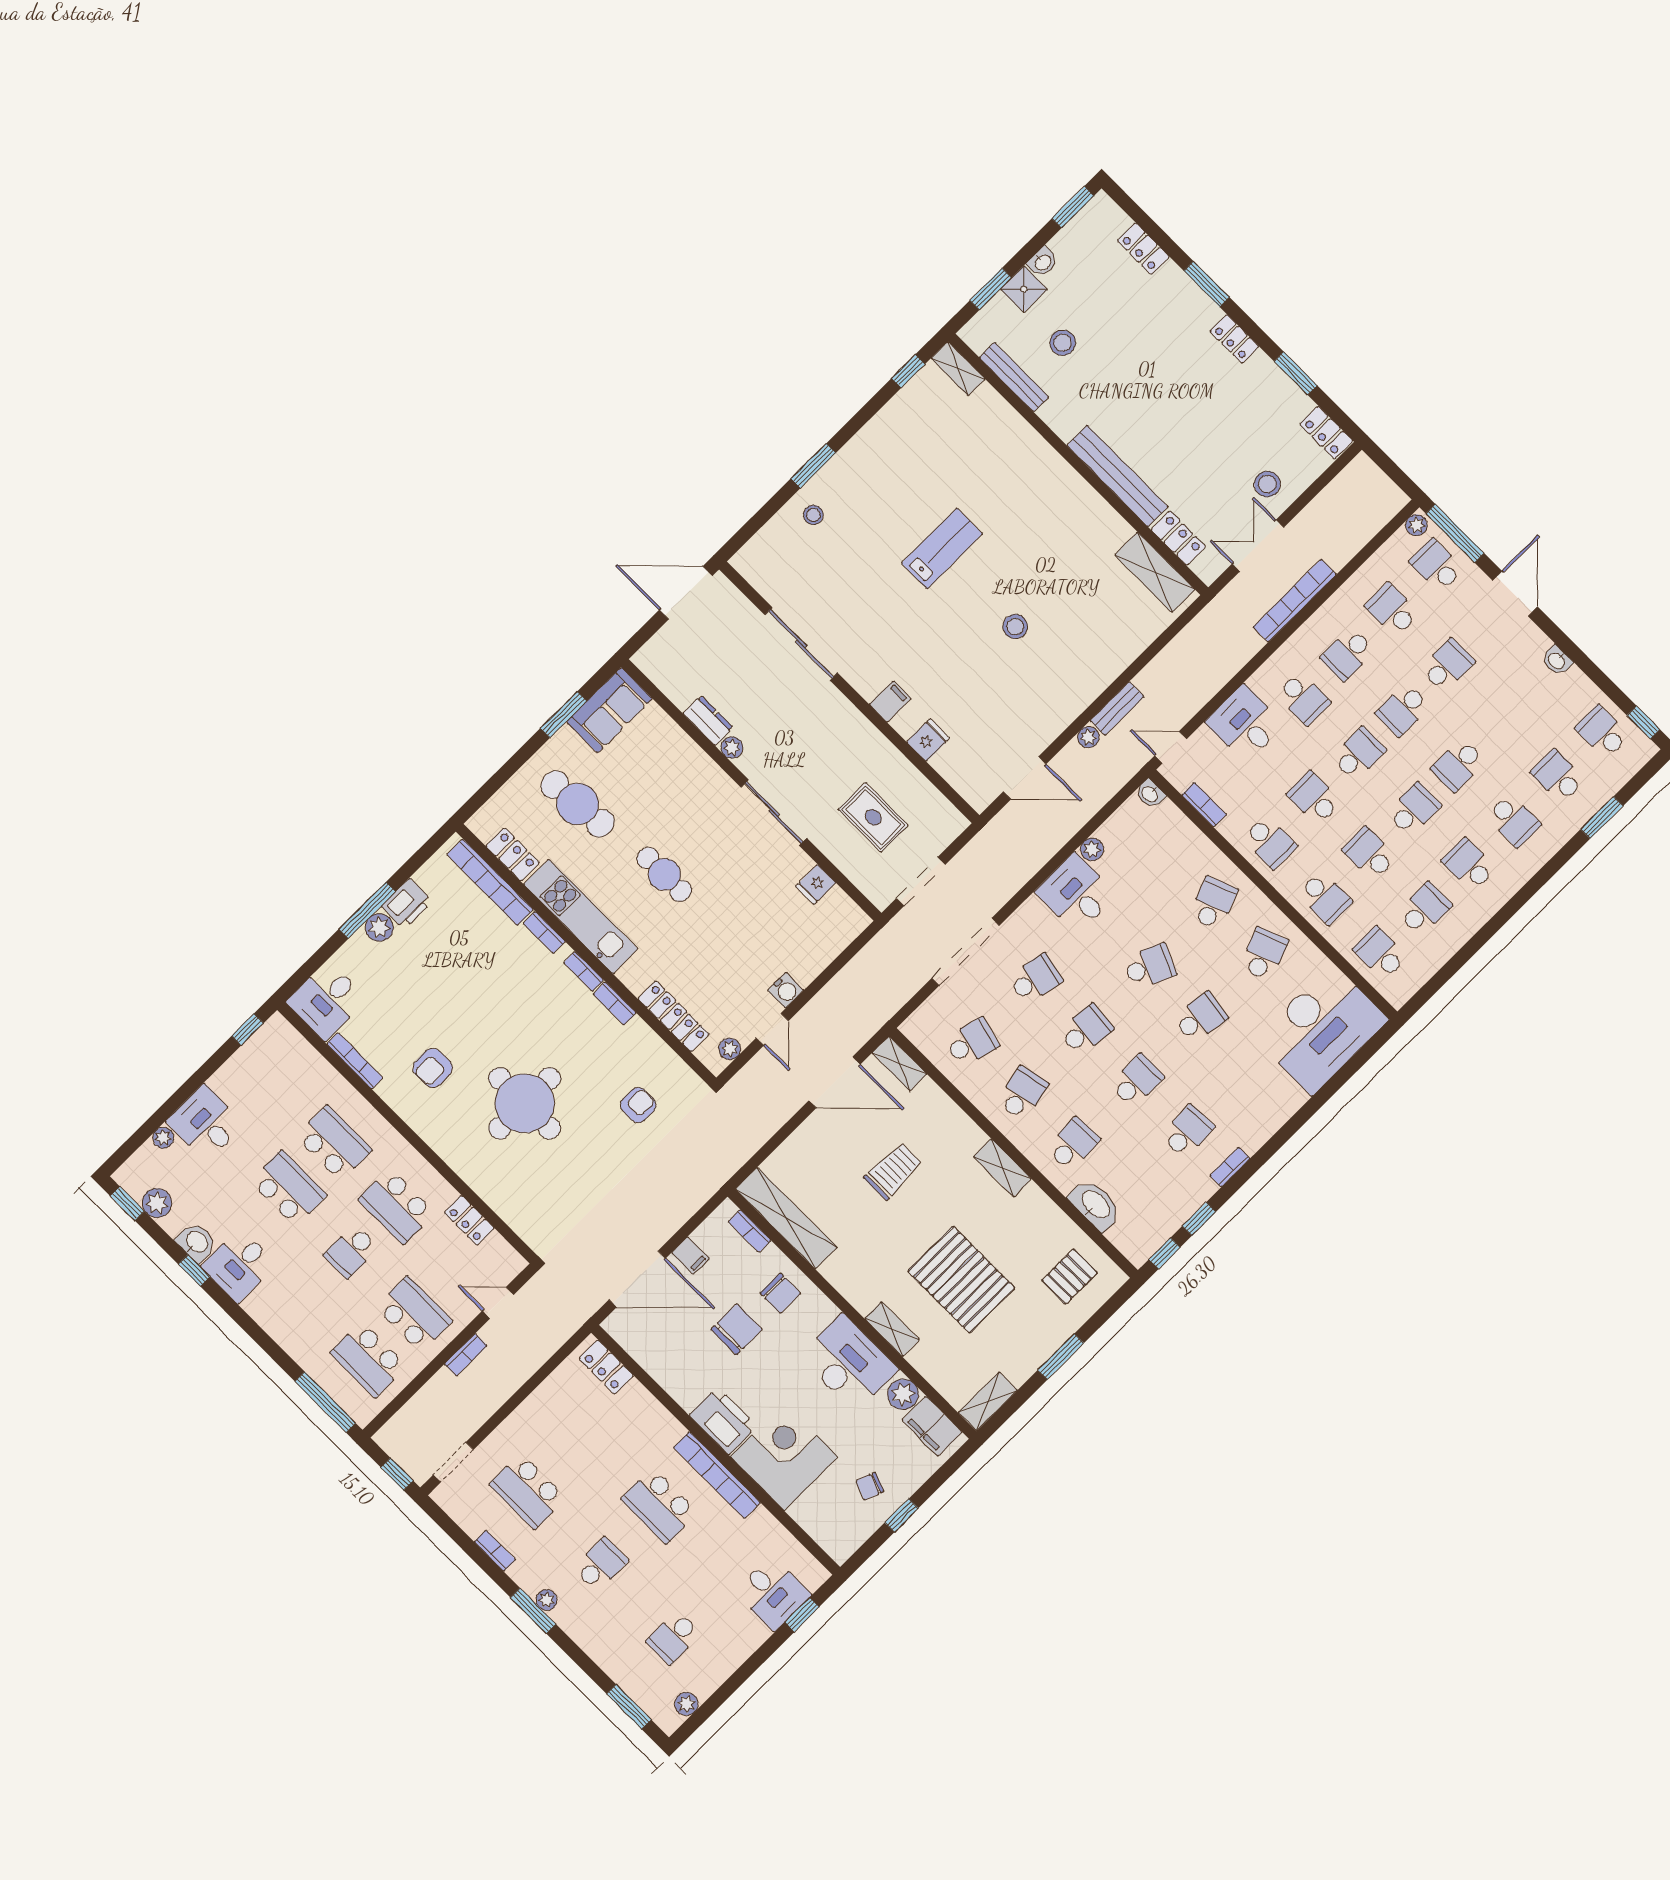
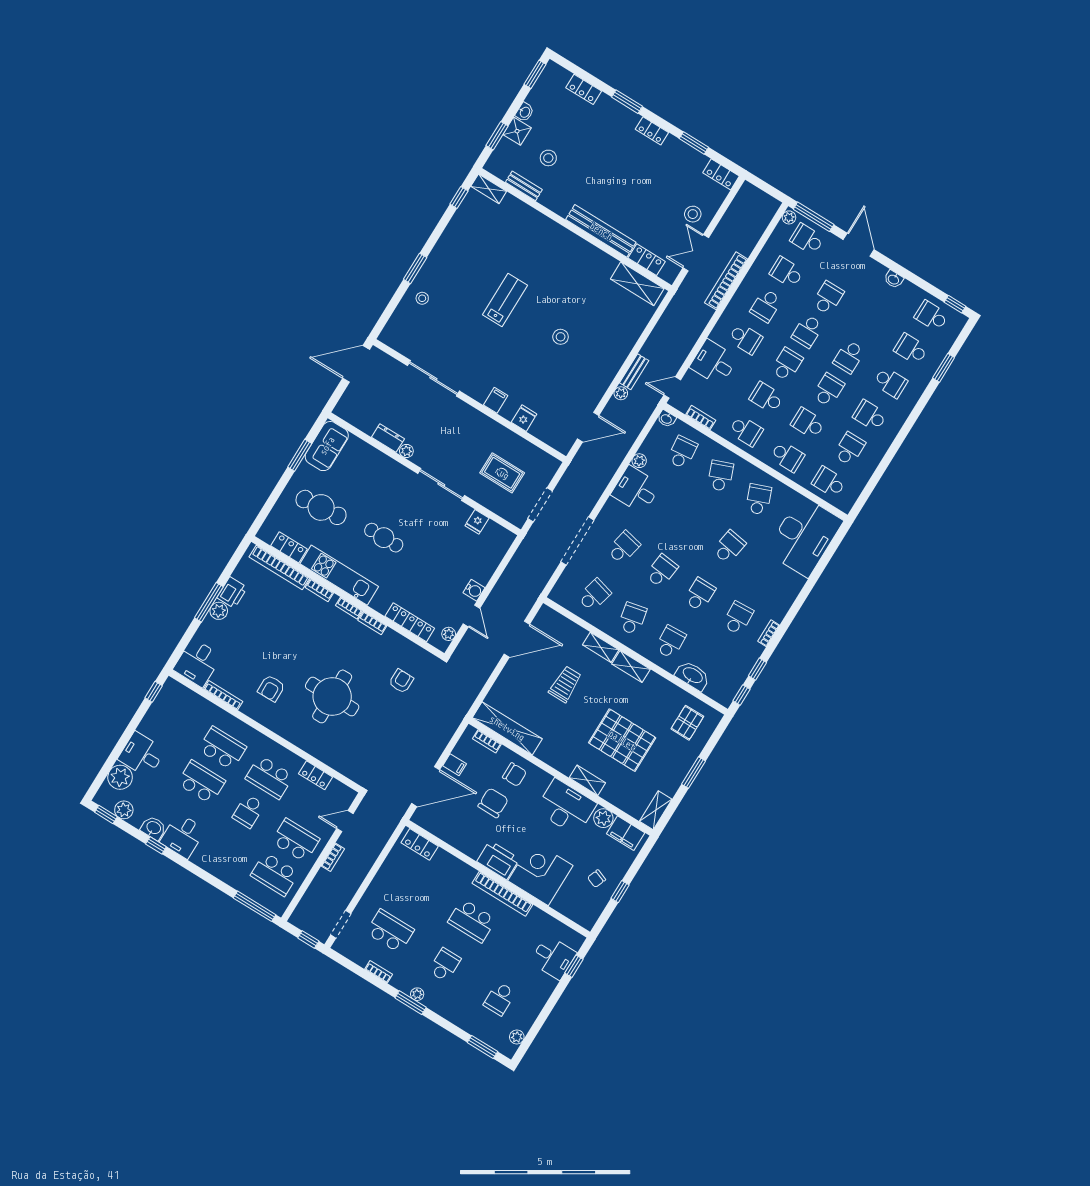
bench: (1014, 377) -> (524, 186), width x0.73
school desk: (1150, 967) -> (682, 452), moved, turned -30
shelving: (899, 1063) -> (601, 647), moved
plant: (163, 1138) -> (120, 777), width x1.88, depth x1.88
school desk: (528, 1491) -> (390, 931), turned 180

